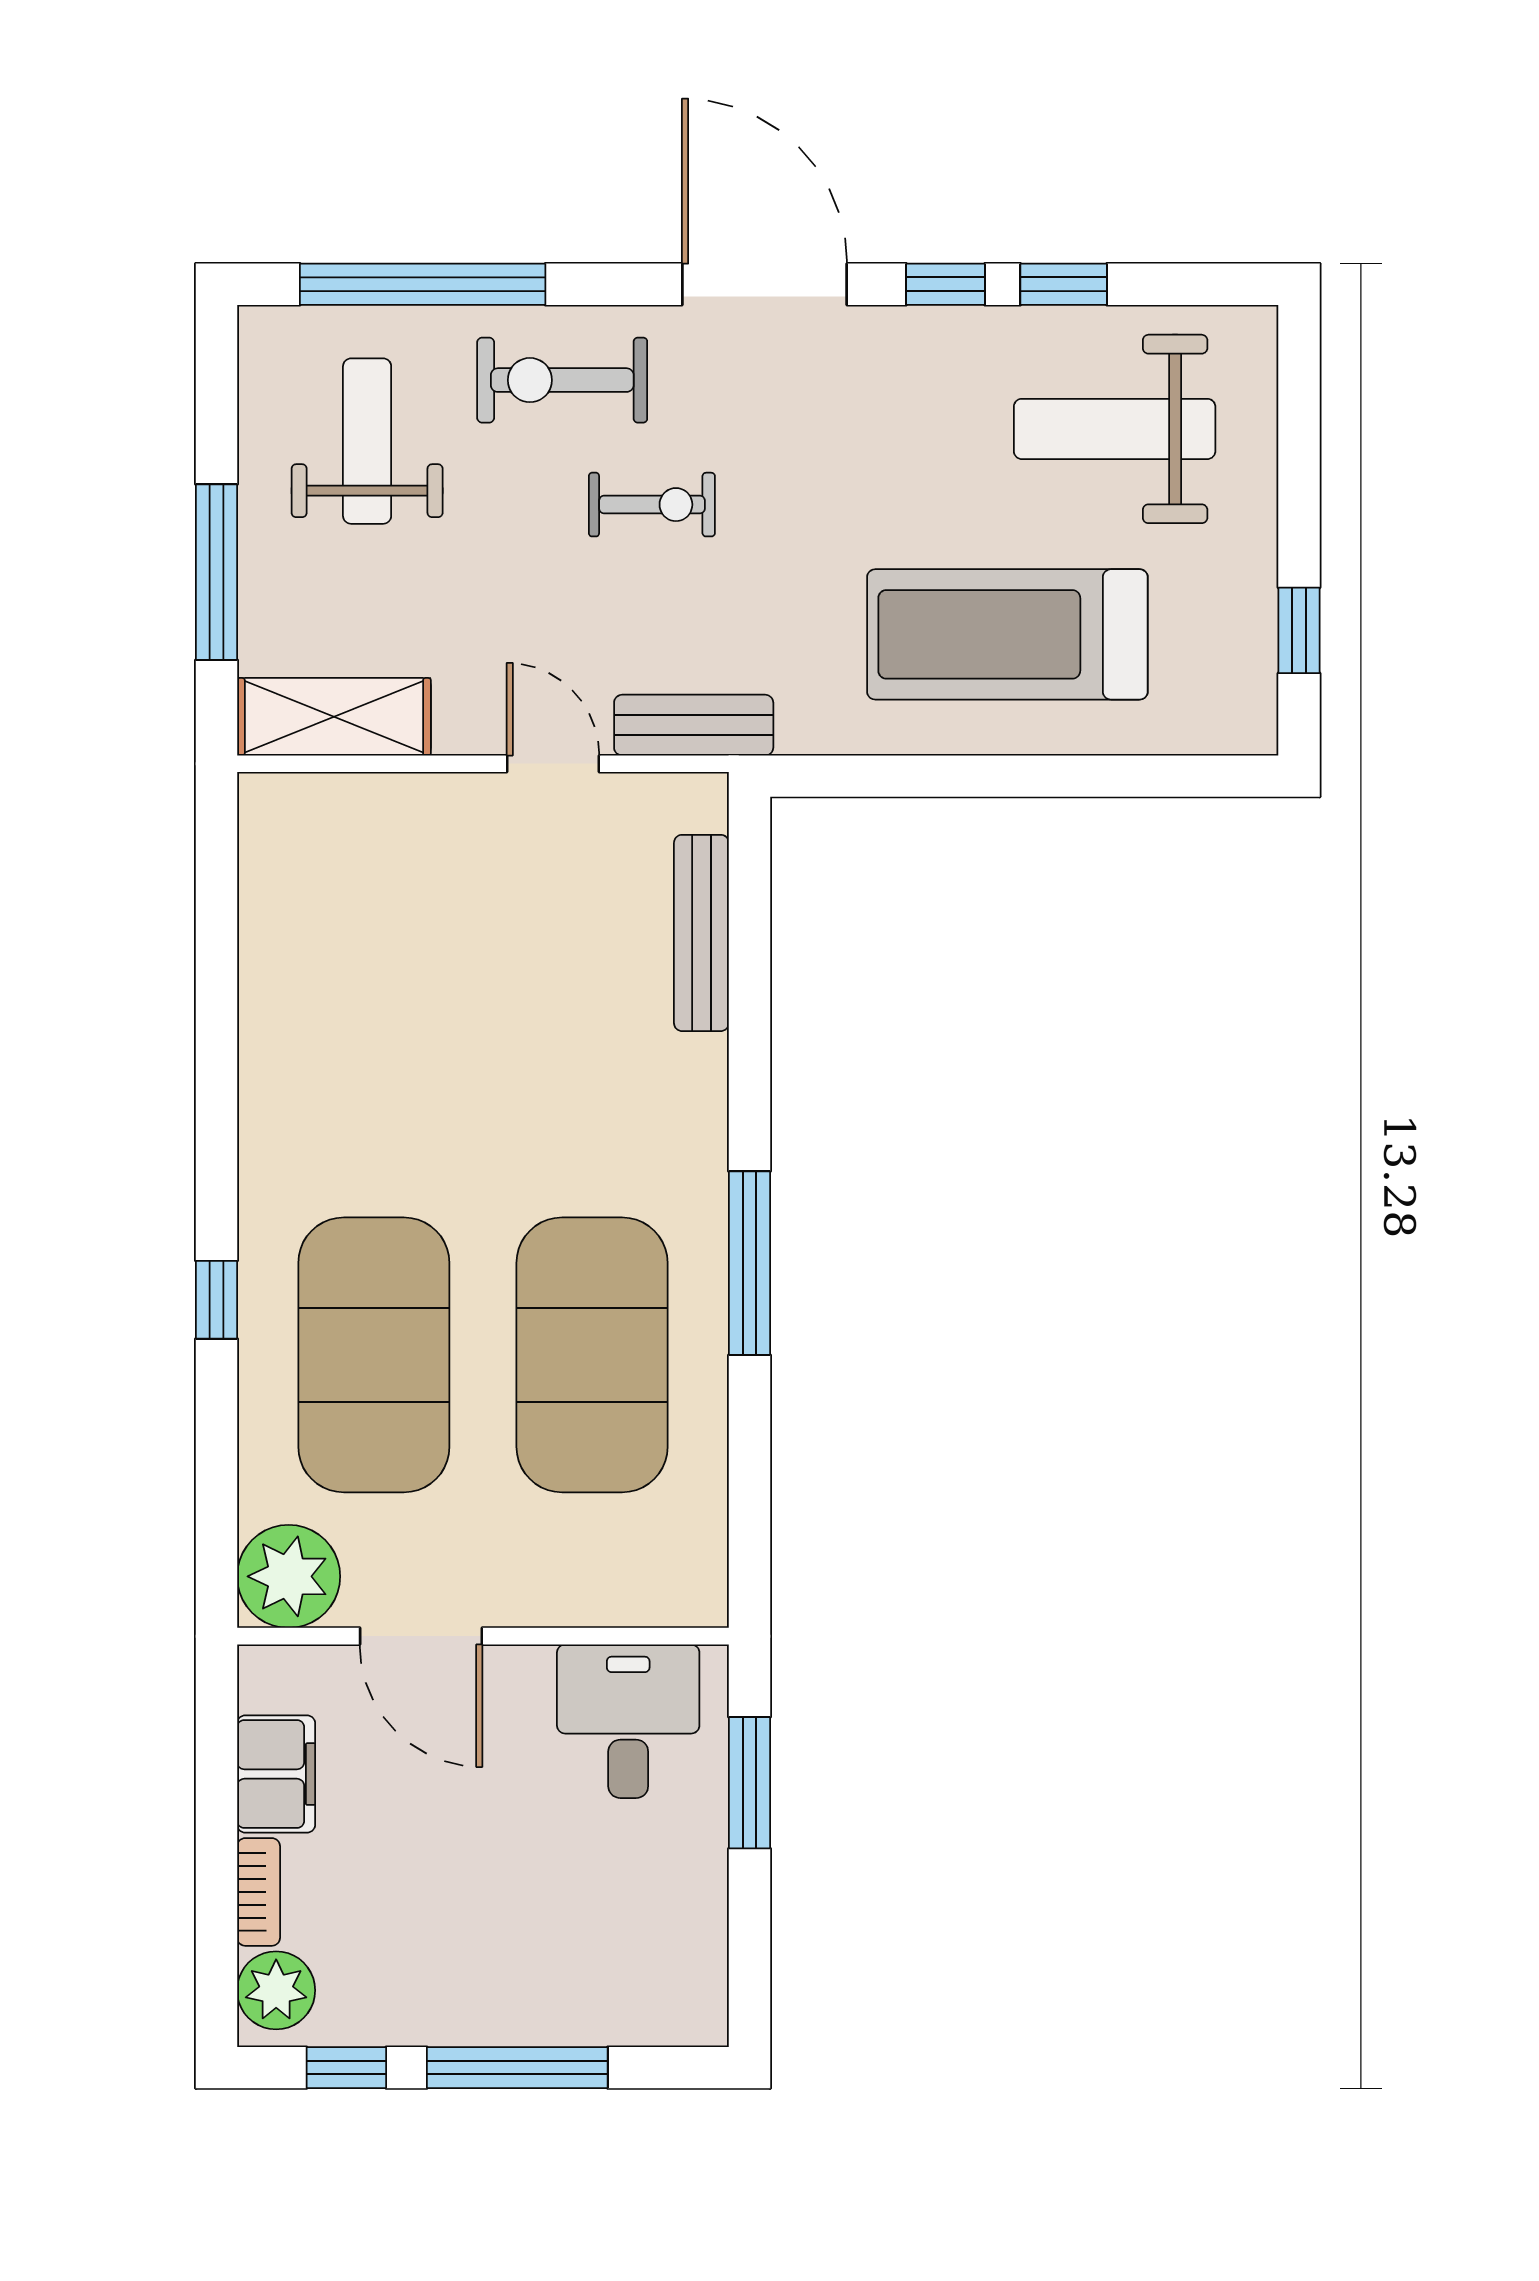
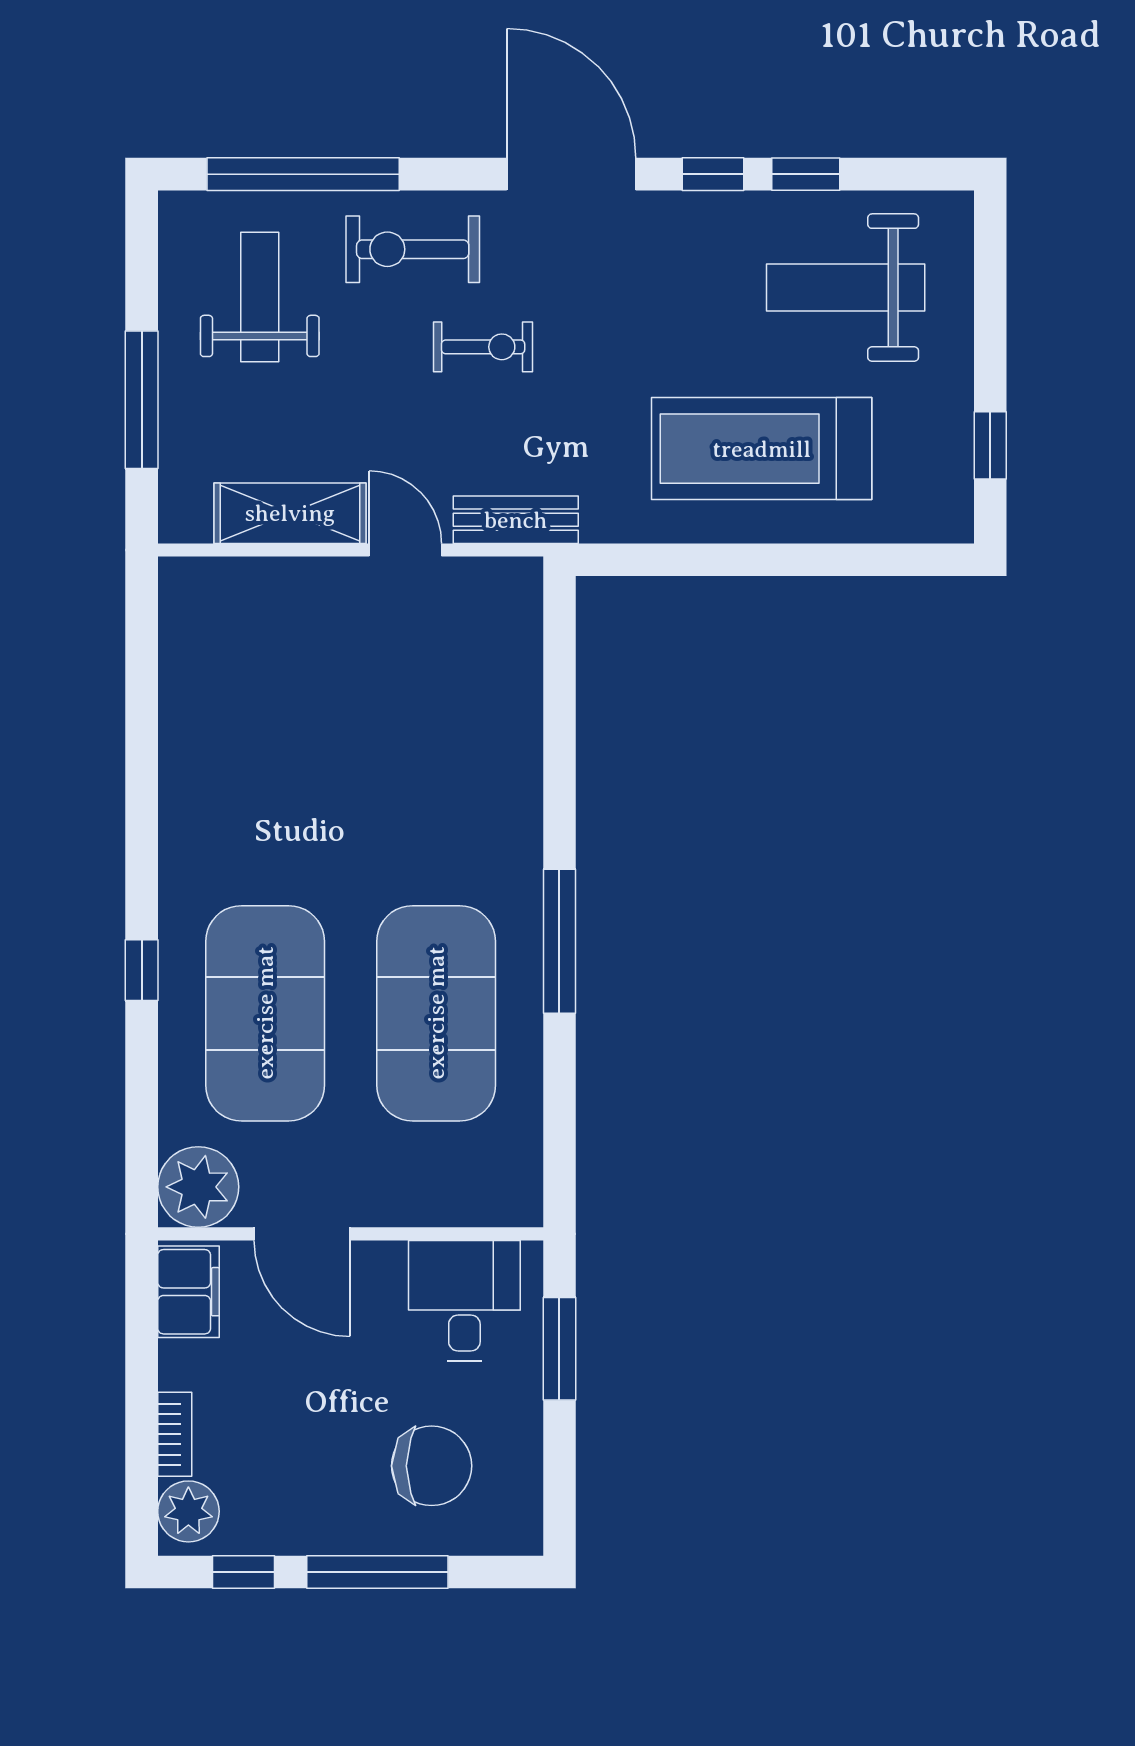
shelving: (334, 717) -> (290, 513), moved
bench: (701, 933) -> (522, 683), removed
filing cabinet: (276, 1774) -> (188, 1292), moved
chair: (586, 1932) -> (432, 1466), added

